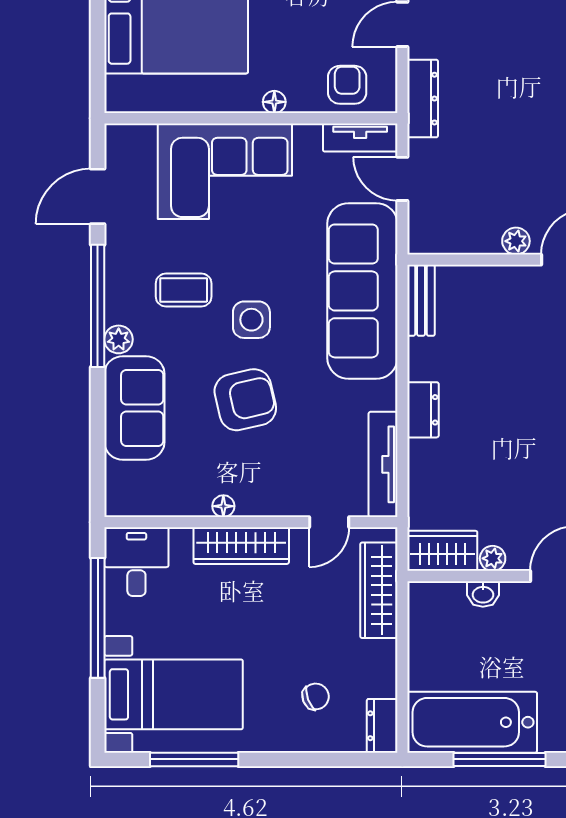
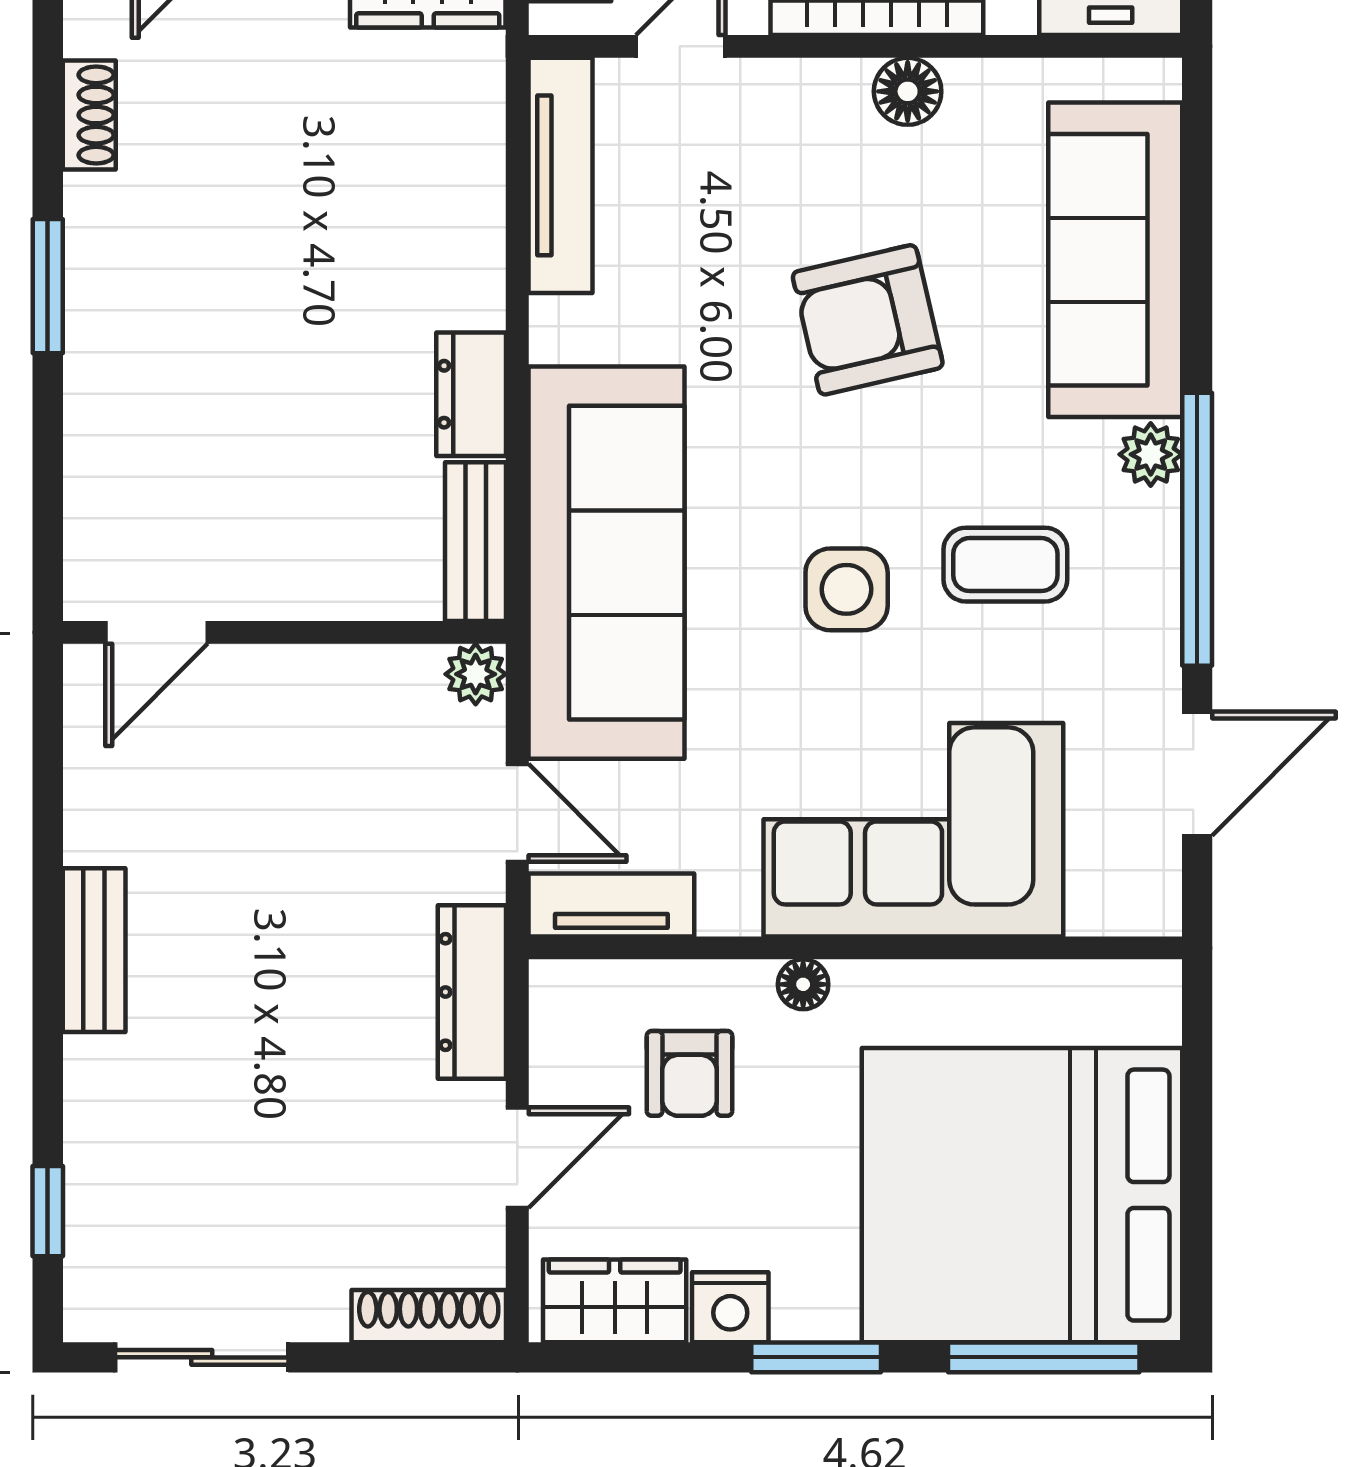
armchair: (347, 85) -> (689, 1073), moved
plant: (516, 241) -> (476, 674), moved
side table: (251, 320) -> (847, 589), moved
sofa: (134, 408) -> (1115, 260), width x1.36
dresser: (423, 410) -> (471, 394), moved
floor lamp: (223, 506) -> (908, 91), width x1.37, depth x1.37

